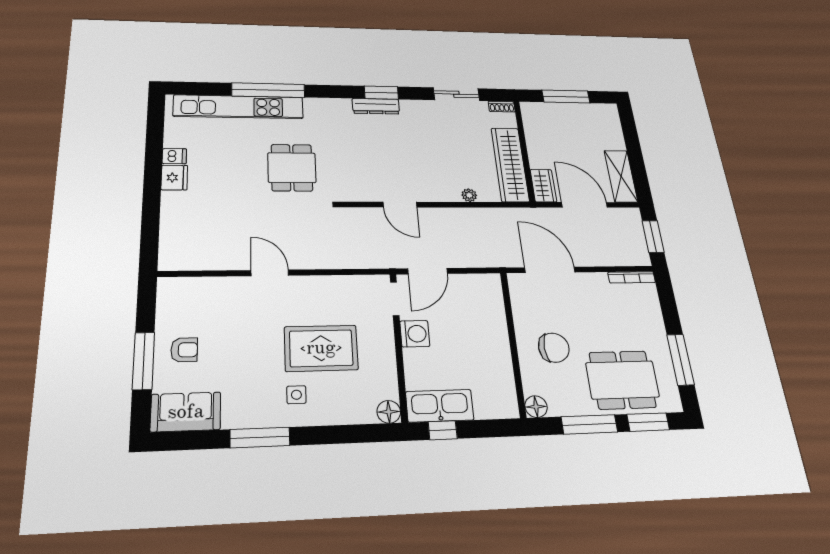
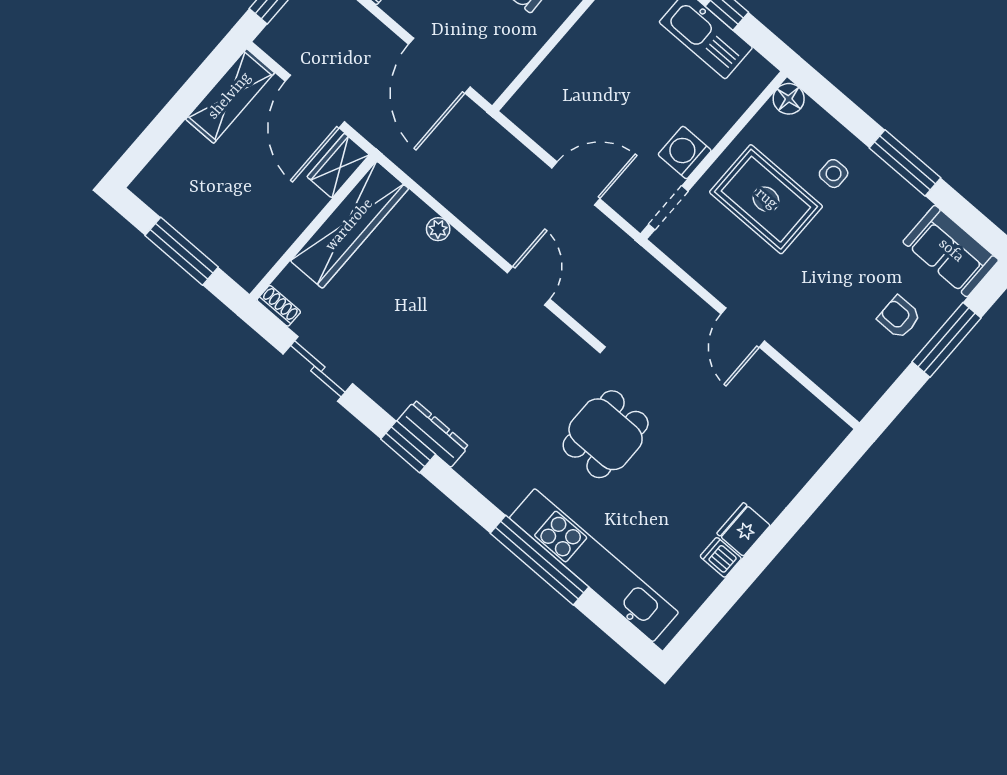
doorway: (395, 299) -> (668, 208), moved
washing machine: (415, 334) -> (685, 153), moved
wall: (399, 346) -> (714, 155), moved
floor lamp: (389, 412) -> (789, 99), moved

